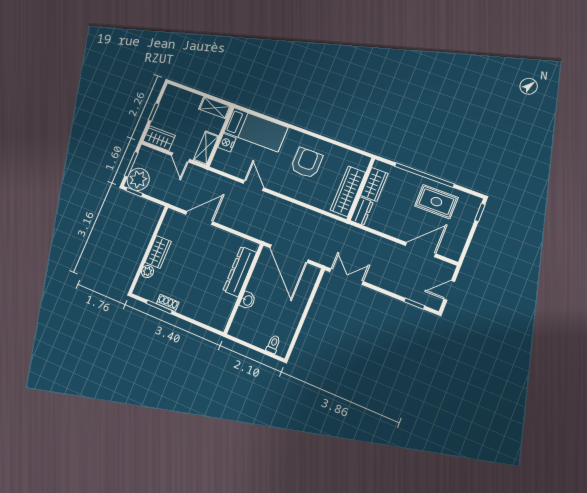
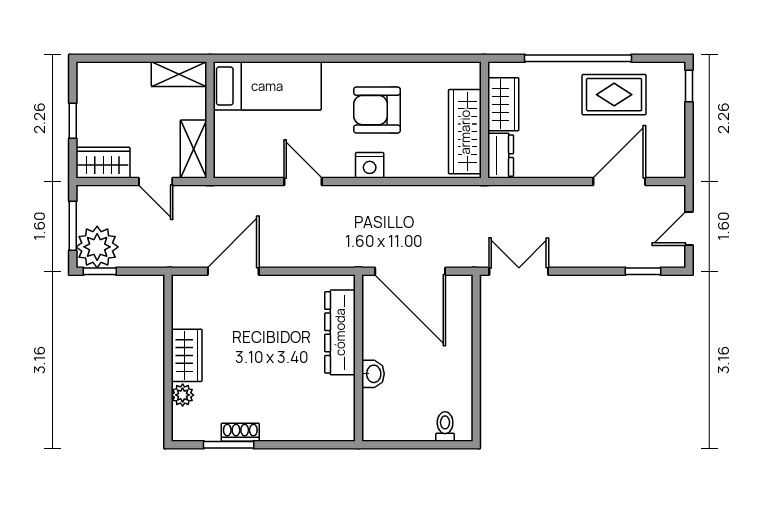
nightstand: (227, 143) -> (370, 165), moved, turned -90
armchair: (307, 163) -> (377, 110), turned -90

